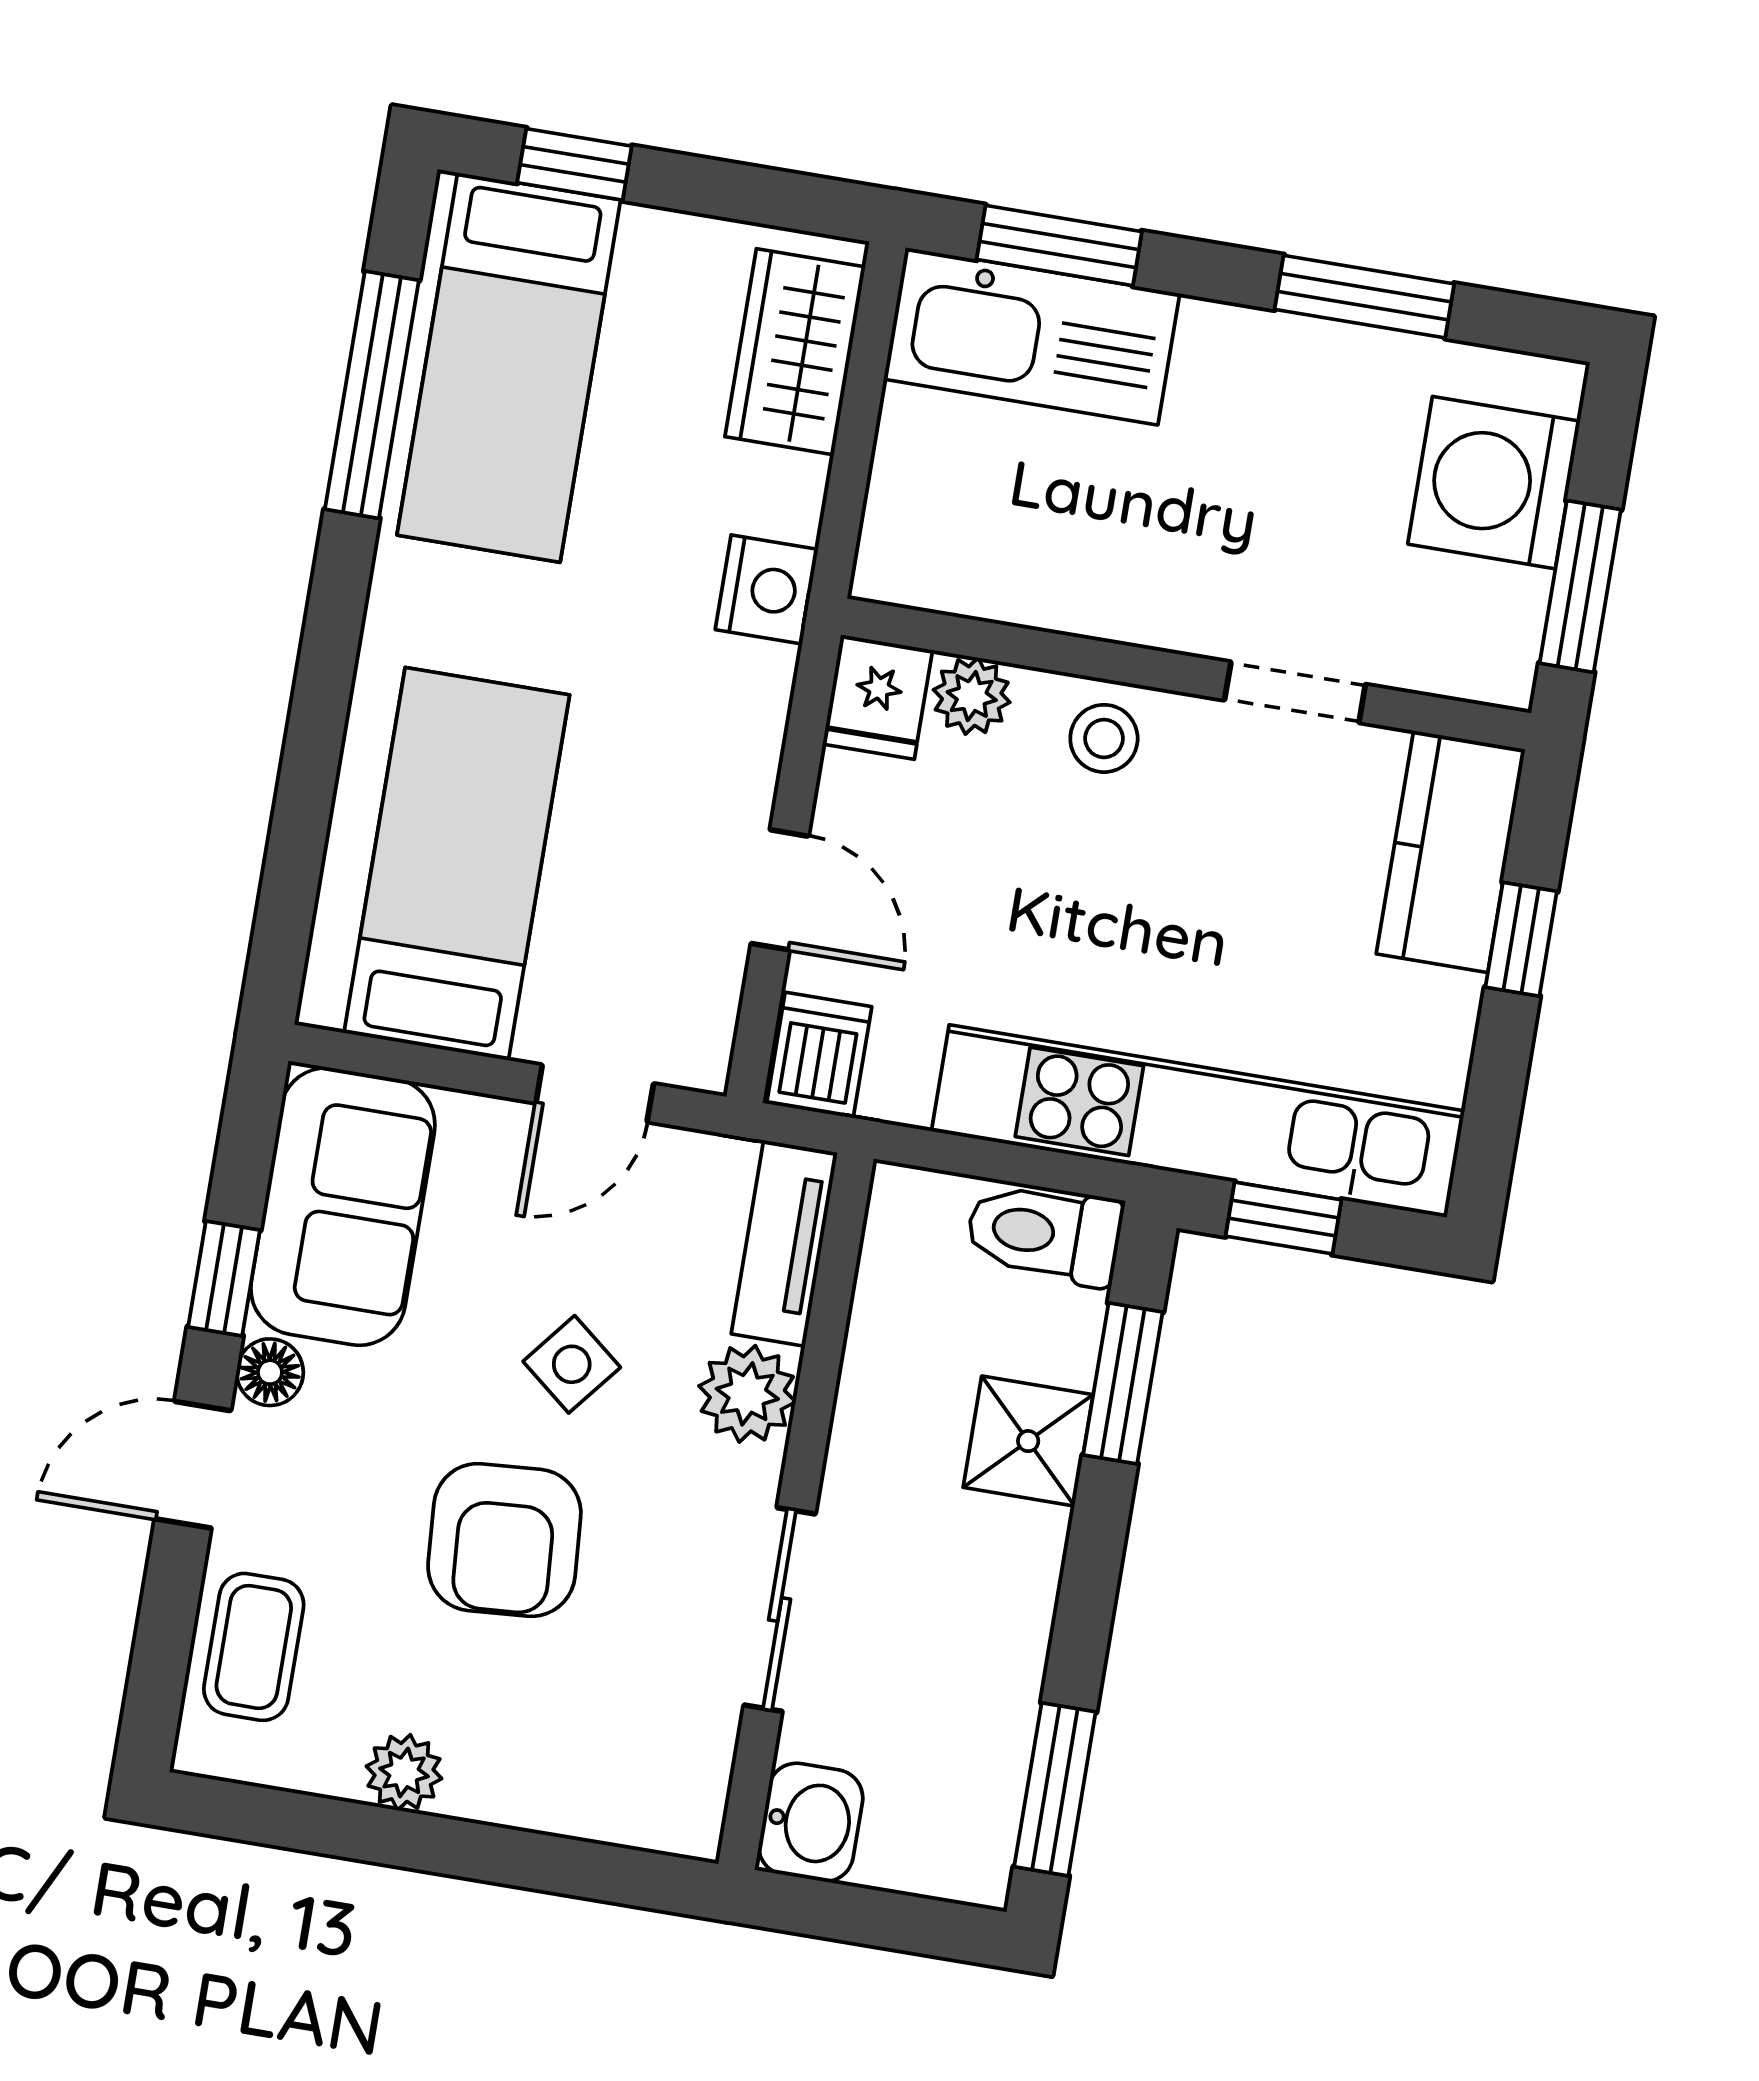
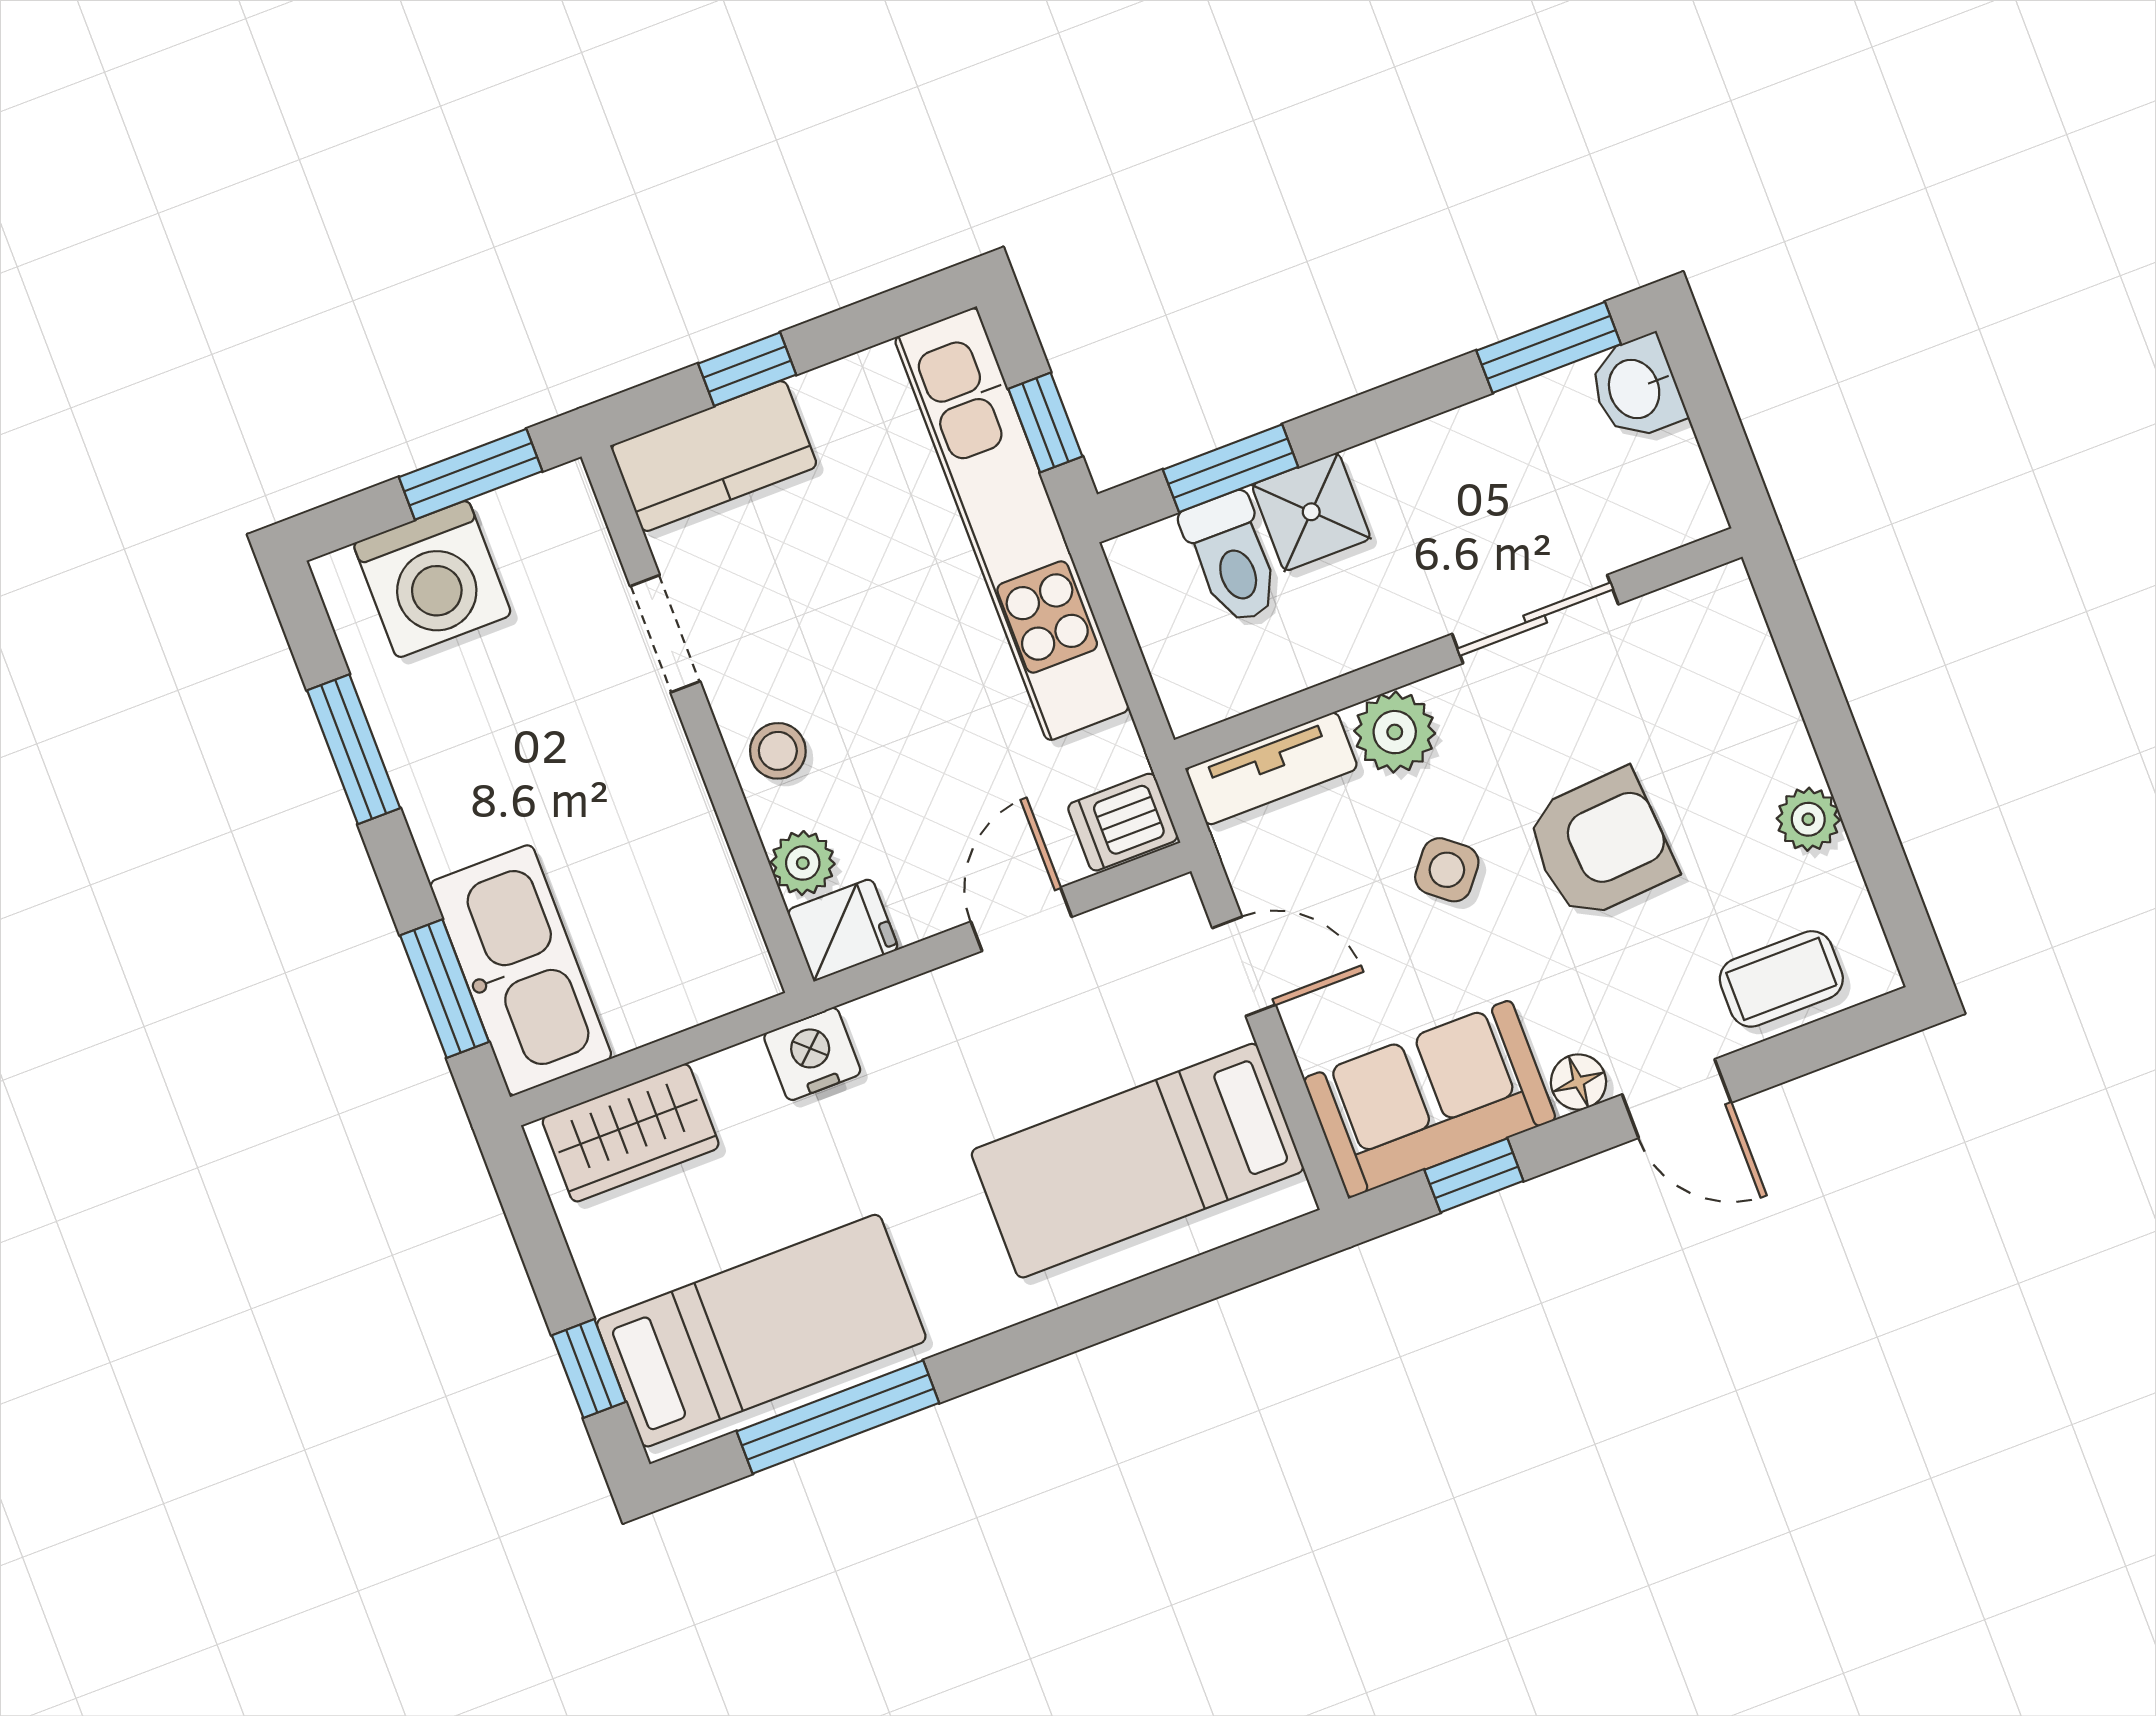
toilet: (1044, 1233) -> (1232, 558), moved
window: (224, 1278) -> (1474, 1175), moved
washbasin: (811, 1822) -> (1636, 388), moved, turned -90

